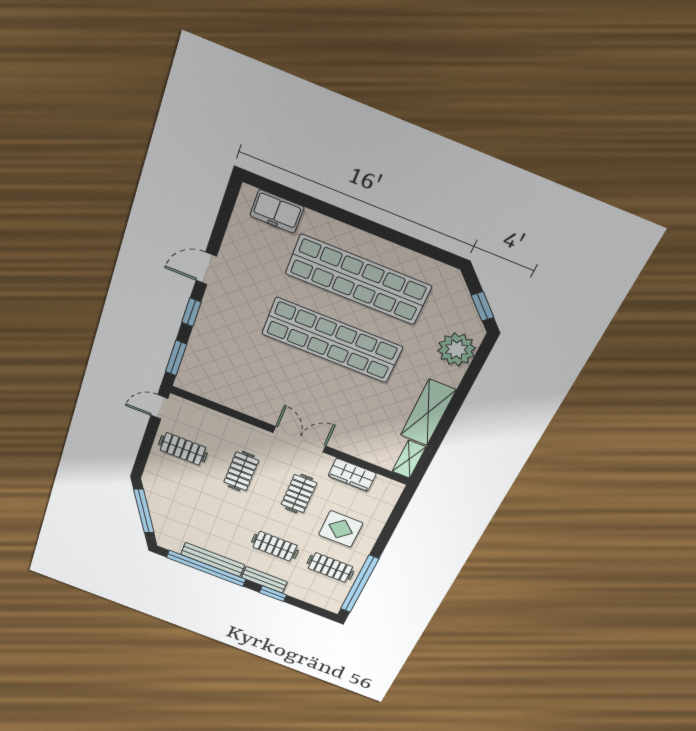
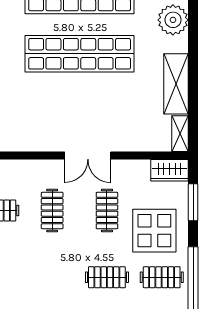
double door: (299, 439) -> (88, 156), swing flipped
wardrobe: (352, 475) -> (170, 170), moved
window: (393, 522) -> (193, 202), added
display table: (341, 529) -> (154, 231), width x1.36, depth x1.36

